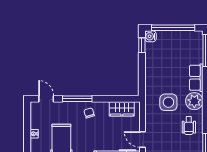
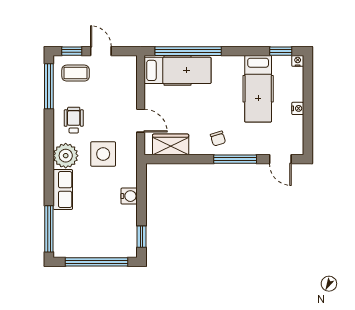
water cooler: (150, 36) -> (129, 196), moved
door: (143, 139) -> (141, 121), moved

